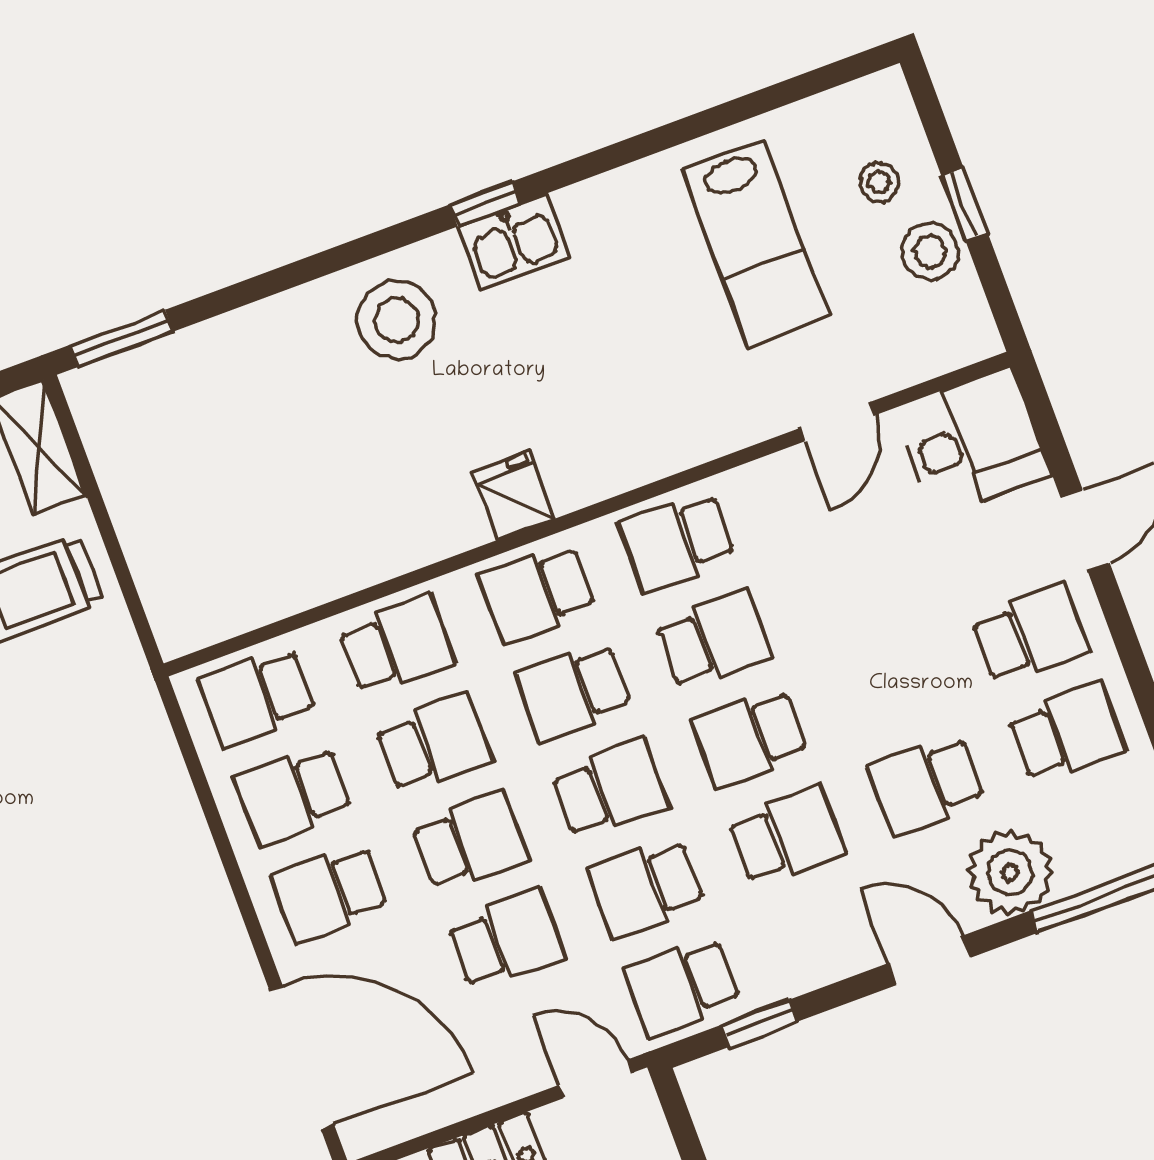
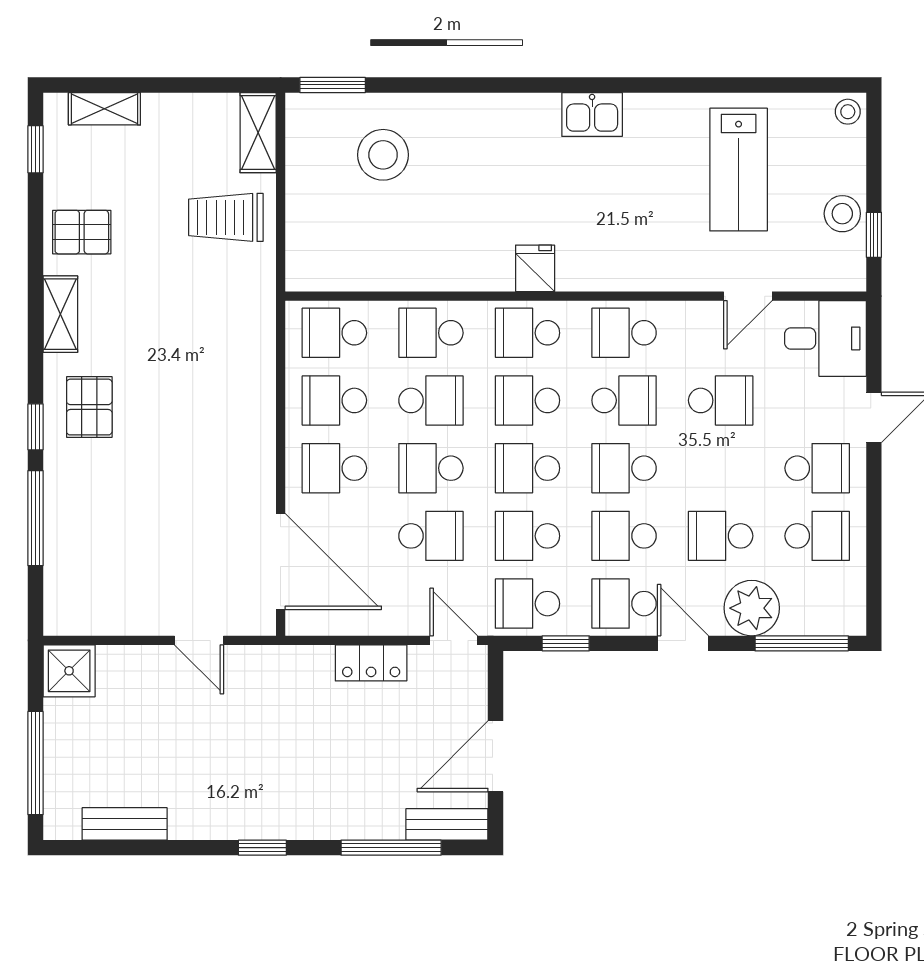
stool: (879, 182) -> (848, 112), moved
window: (485, 204) -> (583, 85), removed
window: (964, 204) -> (874, 235), moved
stool: (397, 320) -> (383, 155), moved
school desk: (854, 588) -> (721, 400), added
school desk: (397, 645) -> (431, 333), turned 180
school desk: (610, 790) -> (527, 468), turned 180
school desk: (786, 836) -> (624, 536), turned 180
school desk: (470, 842) -> (431, 468), turned 180
school desk: (823, 934) -> (624, 604), added

